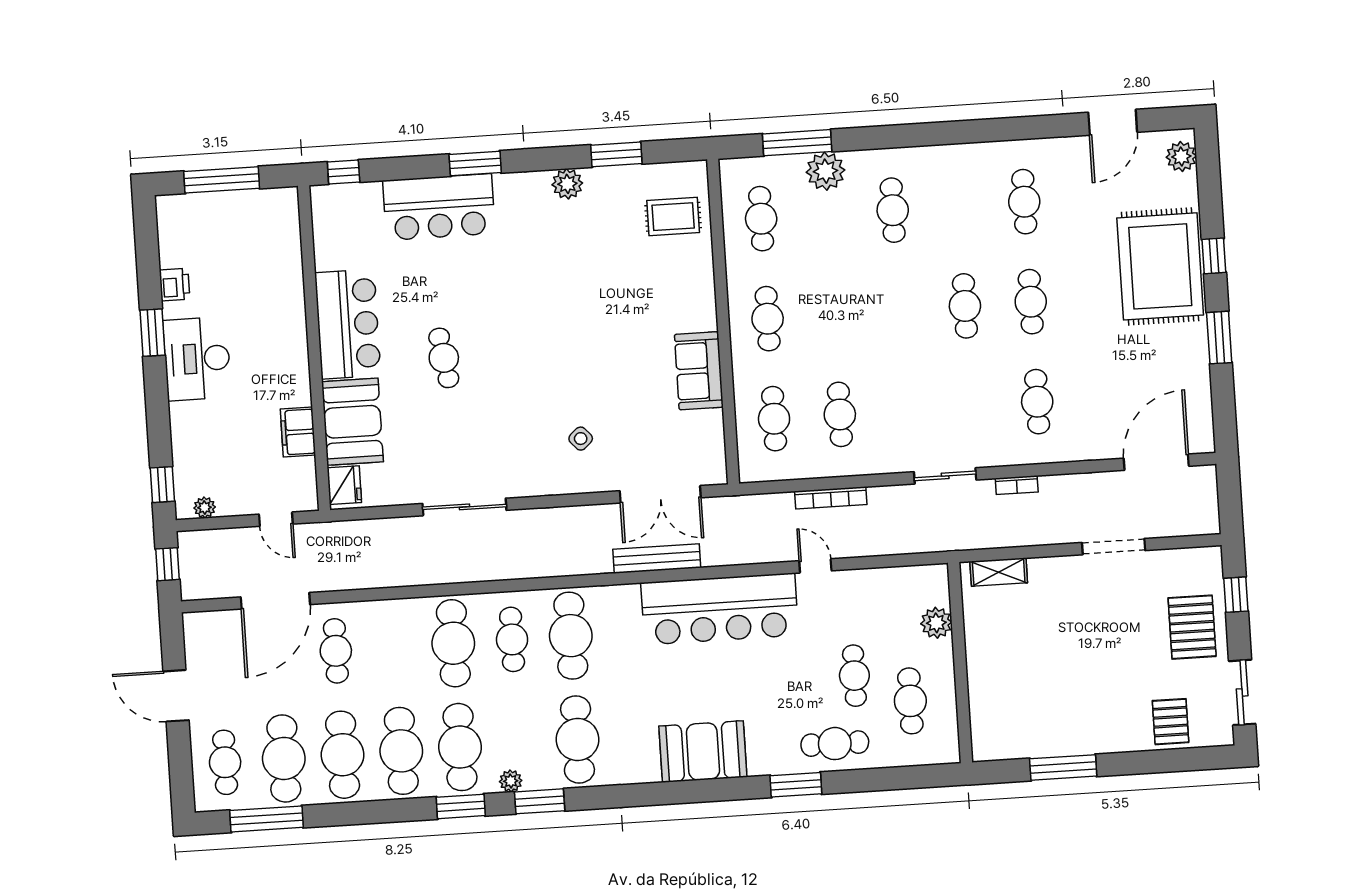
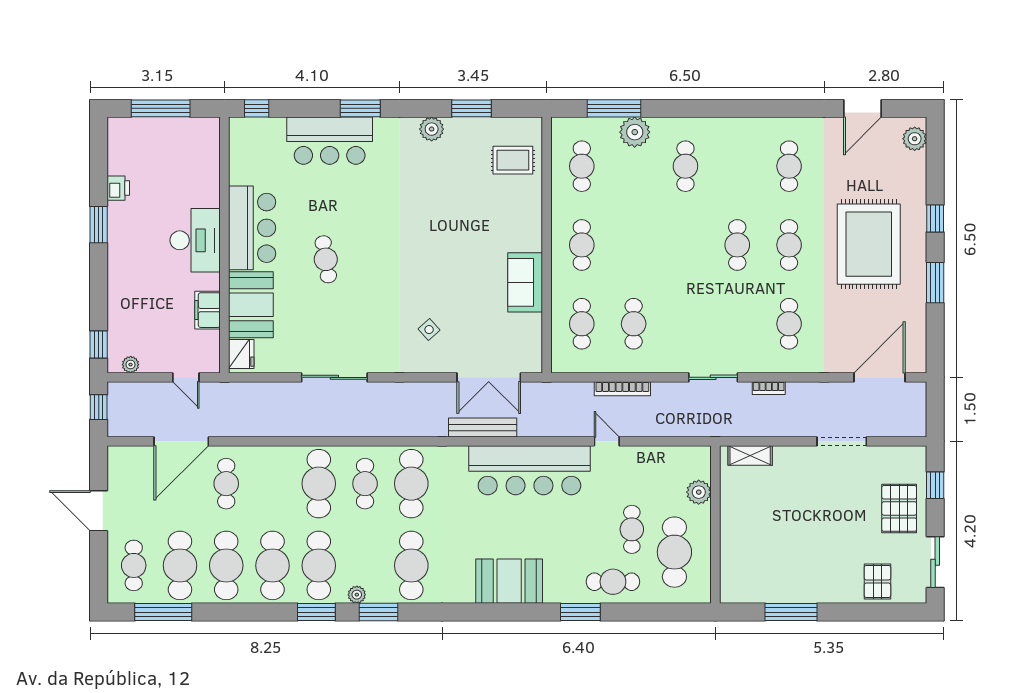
rug: (1160, 266) -> (869, 244), moved
desk: (197, 359) -> (195, 240), moved, turned 180
cafe table: (910, 701) -> (674, 552), width x1.37, depth x1.35

